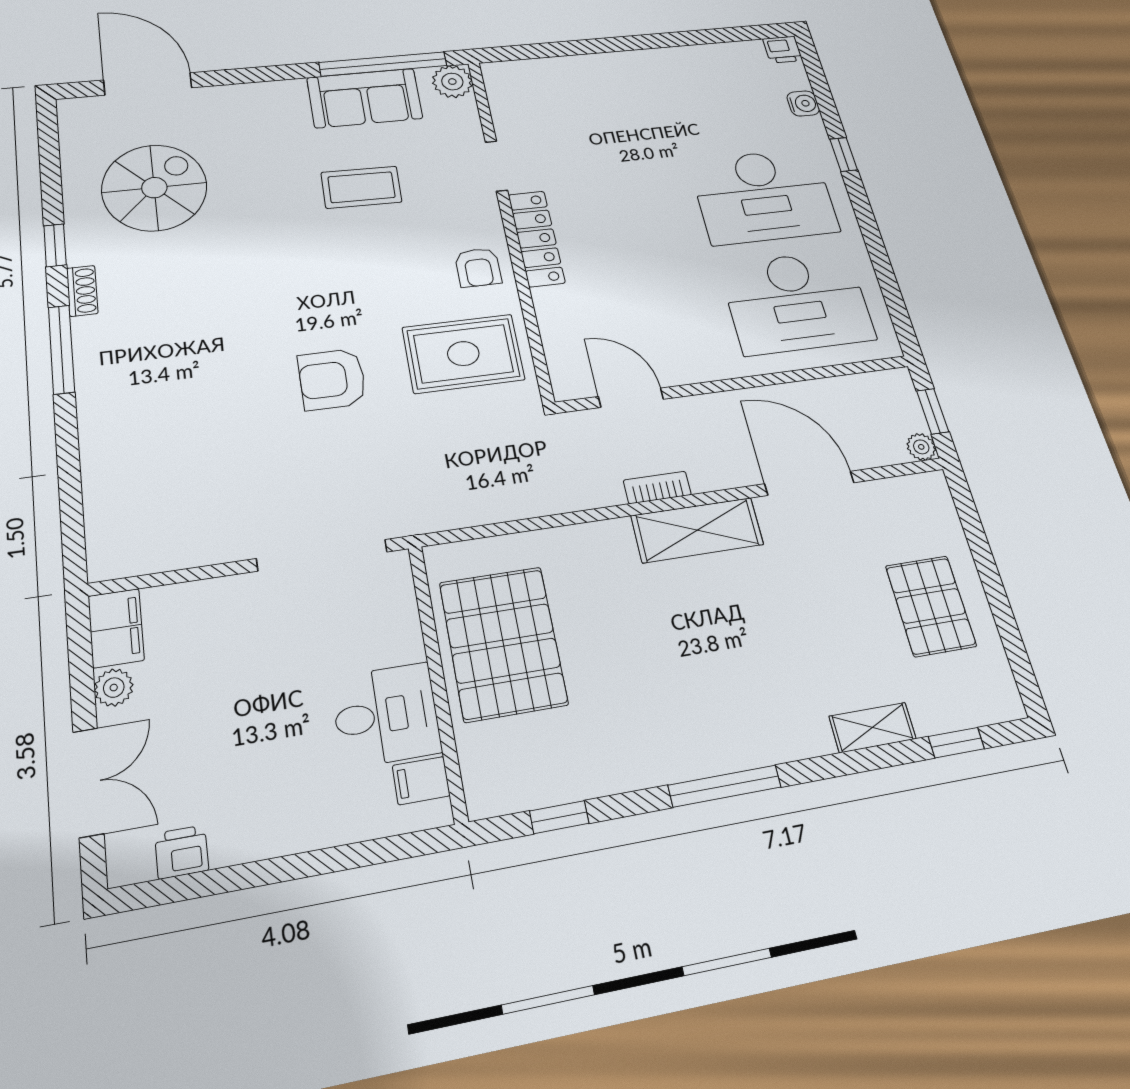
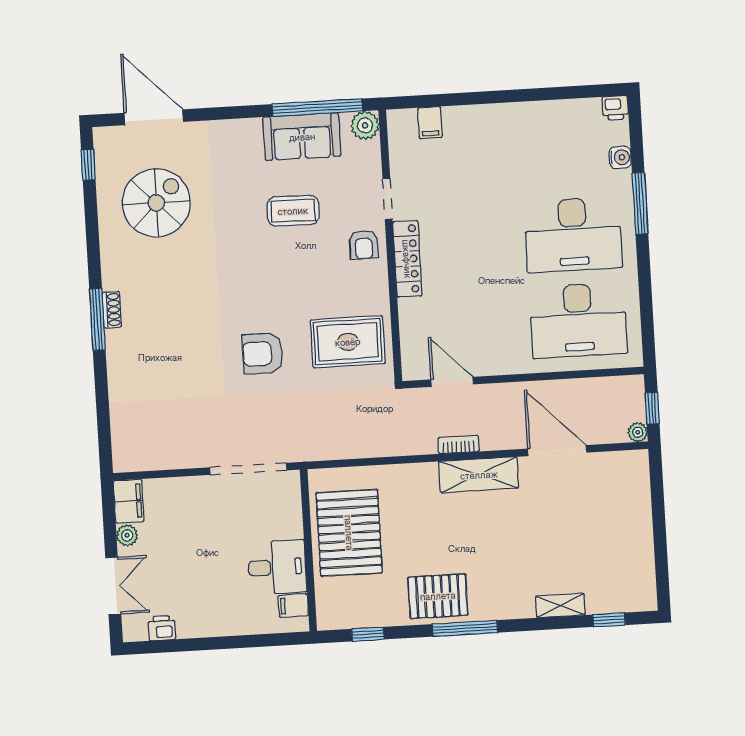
filing cabinet: (541, 75) -> (430, 123), added
window: (844, 154) -> (640, 203), width x2.17
window: (55, 245) -> (88, 165), moved
armchair: (478, 267) -> (364, 245), moved
shoe rack: (82, 291) -> (112, 310), moved
pallet: (931, 606) -> (438, 596), moved, turned 90

